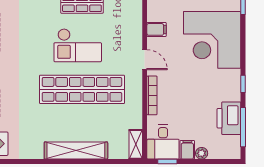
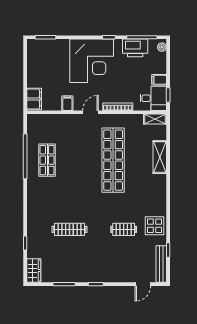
corner desk: (212, 40) -> (92, 61), moved
checkout: (78, 45) -> (79, 163), removed
shelving: (76, 151) -> (160, 157), width x0.68
plant: (202, 153) -> (162, 47), moved

